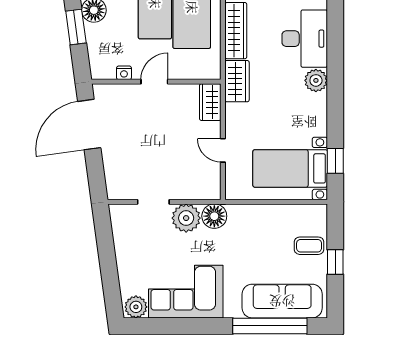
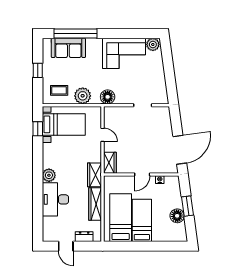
plant: (186, 218) -> (83, 96), moved
coffee table: (309, 246) -> (59, 90), moved
sofa: (282, 301) -> (68, 48), width x0.73

